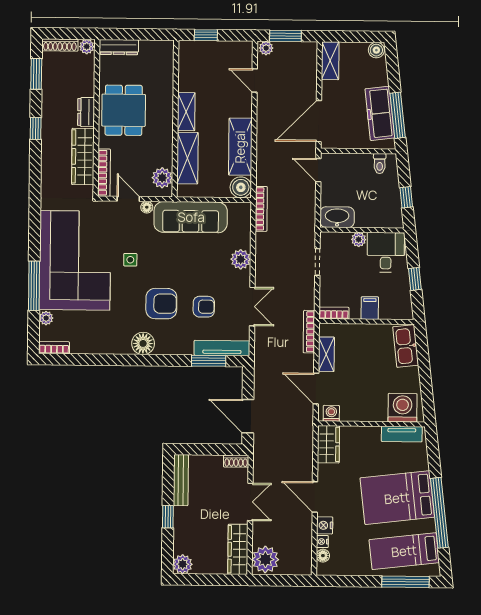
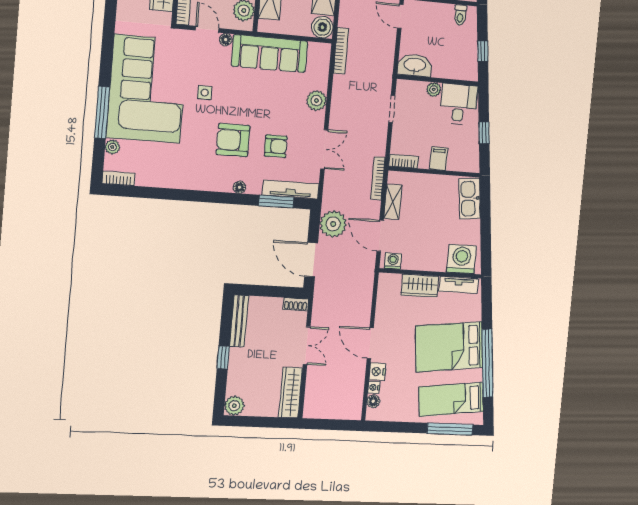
armchair: (161, 304) -> (233, 140), turned 180
floor lamp: (143, 343) -> (239, 187), moved, width x0.53, depth x0.53
wardrobe: (328, 444) -> (420, 286), moved, turned 90
plant: (265, 559) -> (333, 224), moved

